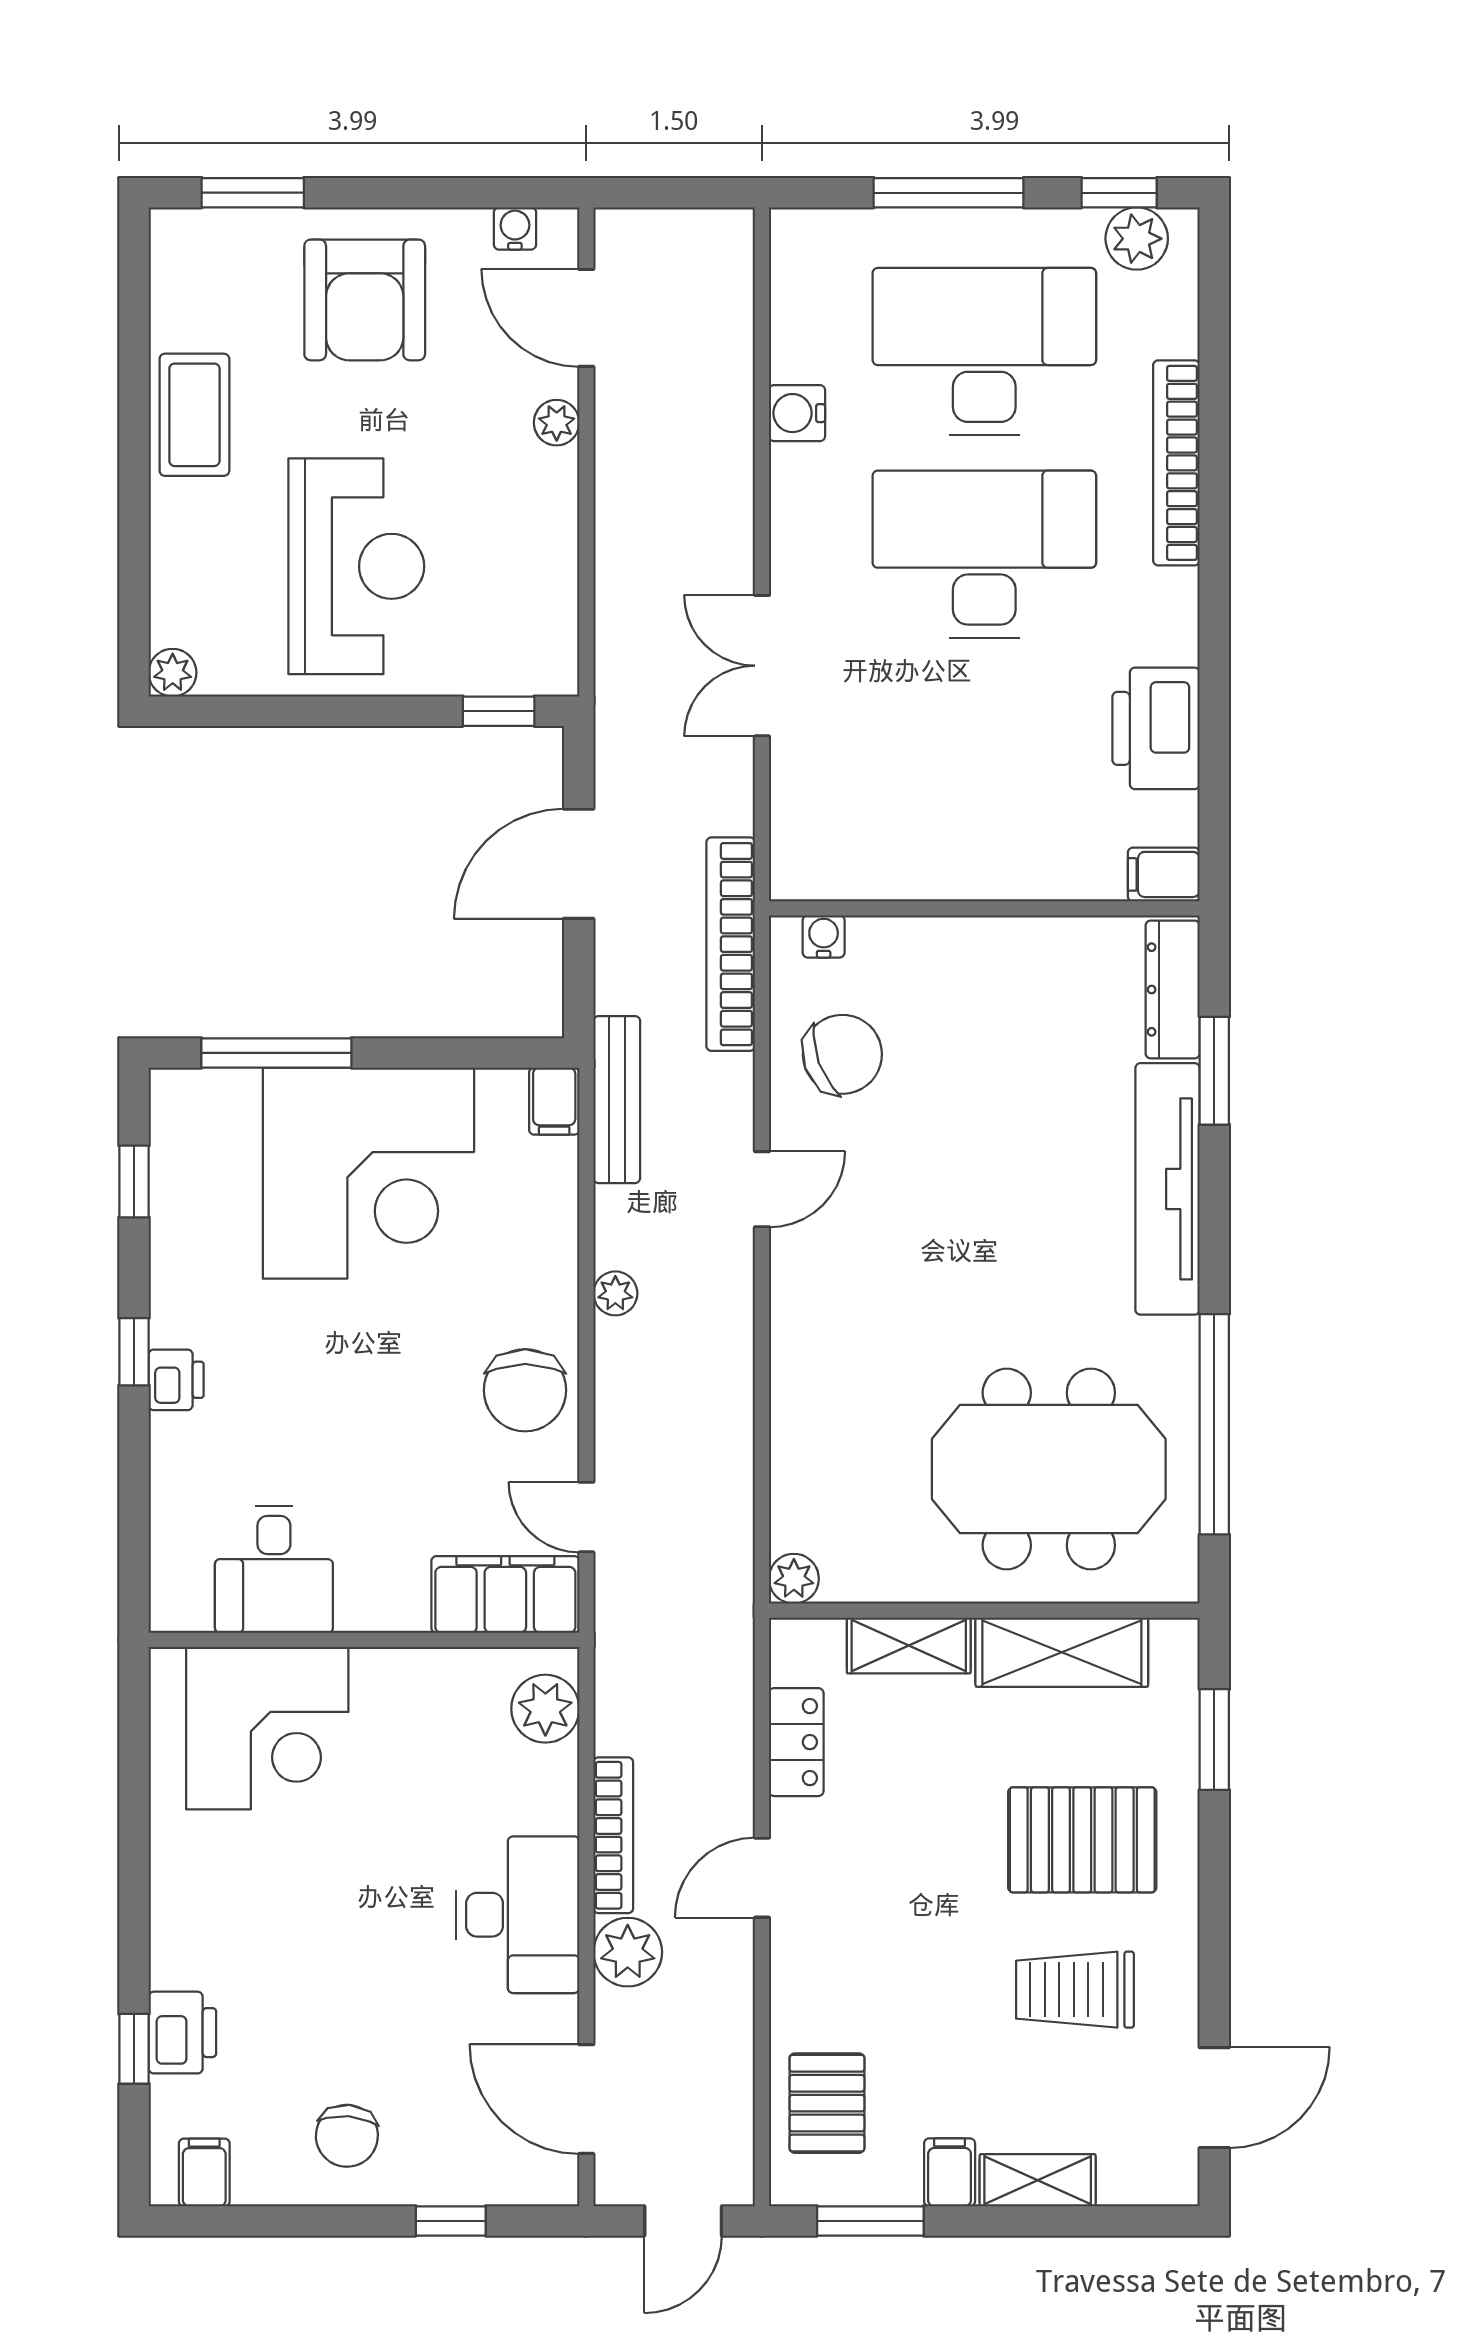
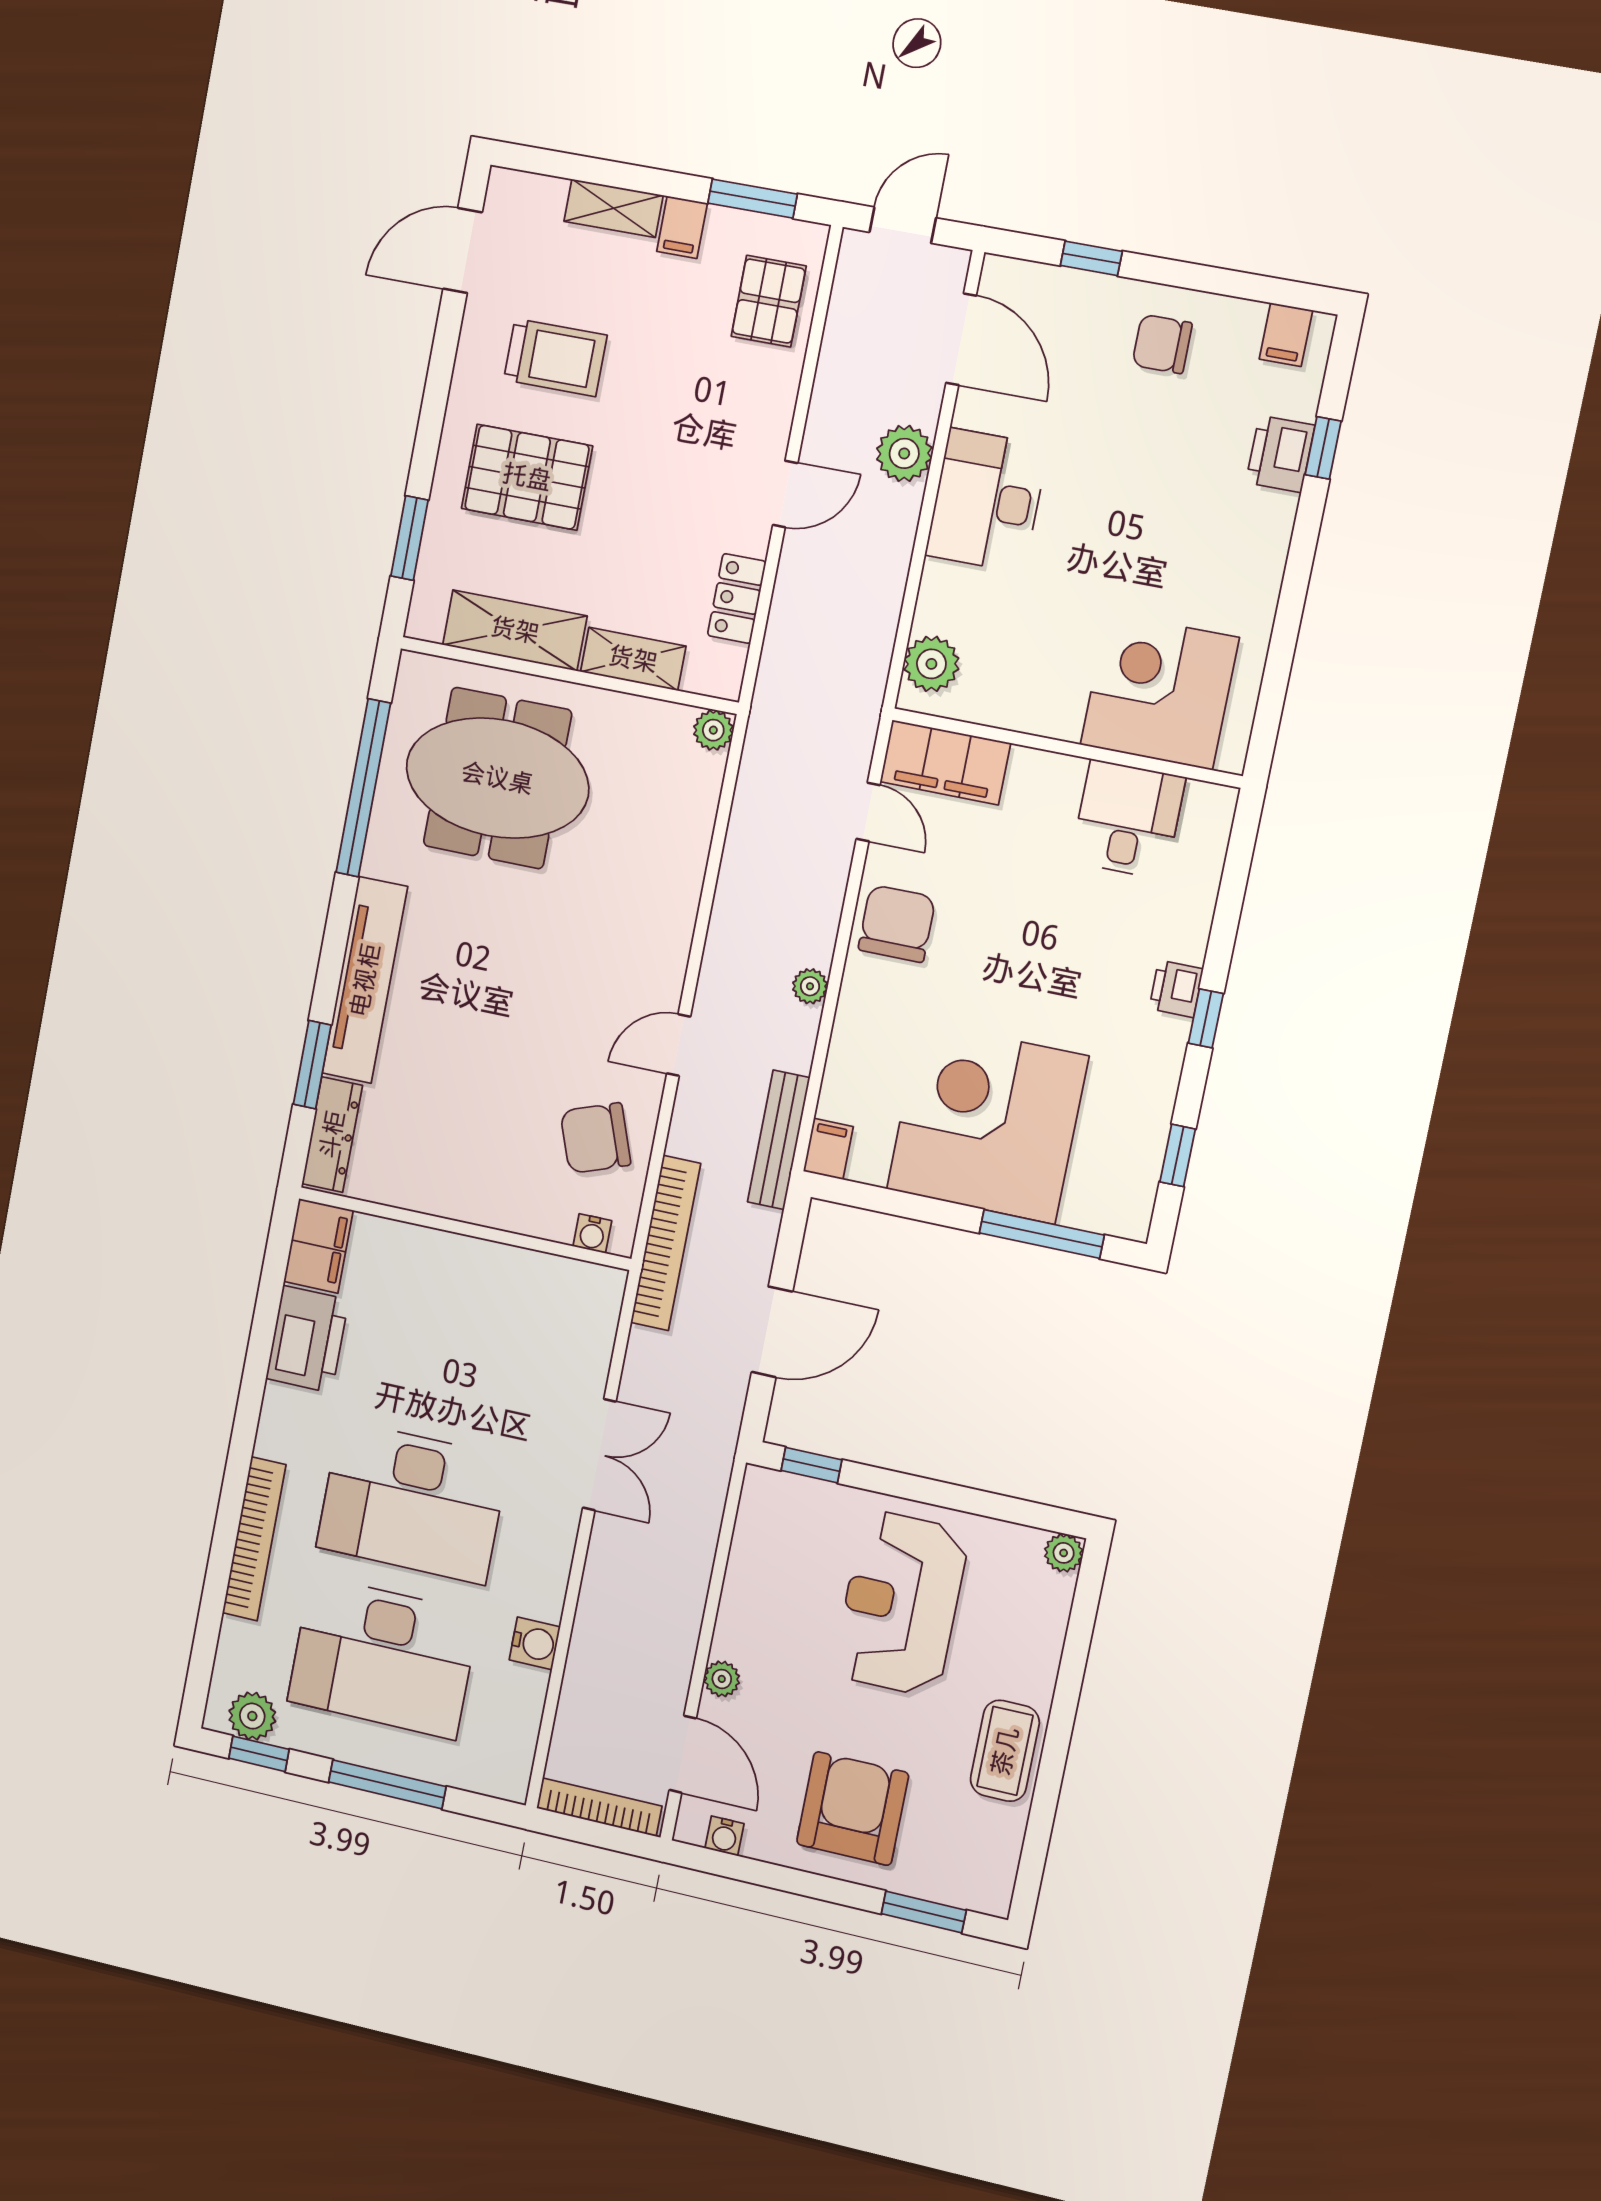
filing cabinet: (1164, 874) -> (318, 1246), width x2.00
bookcase: (613, 1835) -> (599, 1807), moved, turned 90
chair: (347, 2136) -> (1162, 344), turned -95

